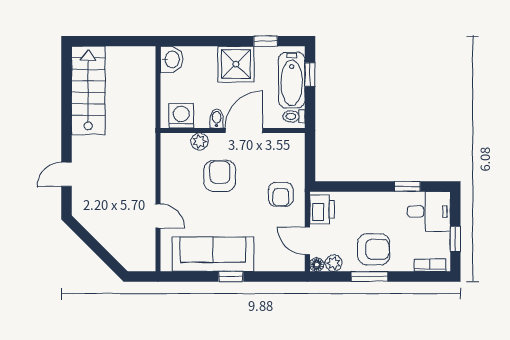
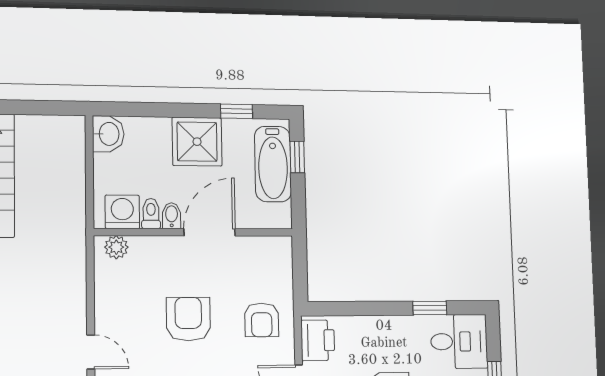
toilet: (294, 116) -> (151, 214), moved, turned 90
plant: (199, 141) -> (116, 247), moved
armchair: (220, 176) -> (188, 319), moved

